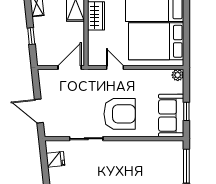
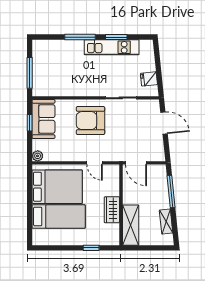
window: (31, 36) -> (171, 191), width x2.17
door: (70, 67) -> (136, 163), hinge flipped

